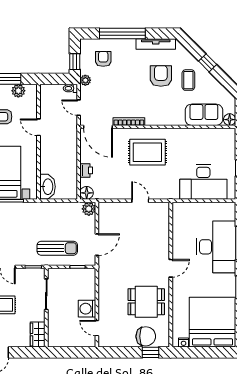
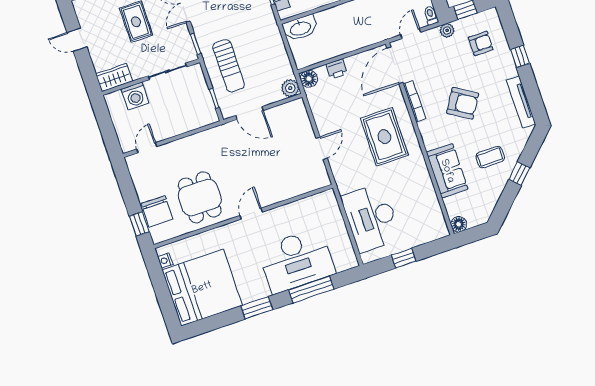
window: (122, 34) -> (520, 56), width x0.32
armchair: (161, 76) -> (463, 103), moved, turned 32
sofa: (204, 115) -> (447, 171), moved
door: (171, 268) -> (251, 214), swing flipped
washing machine: (87, 309) -> (135, 96), moved, turned 180

